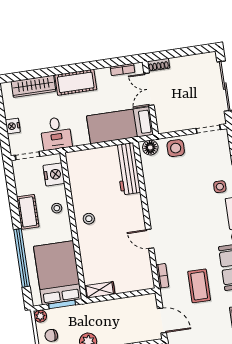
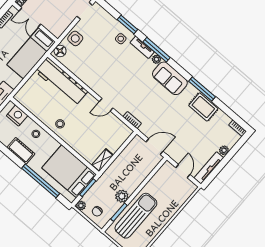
workbench: (128, 169) -> (61, 81), width x1.36, depth x1.32
coffee table: (199, 286) -> (159, 107), removed

